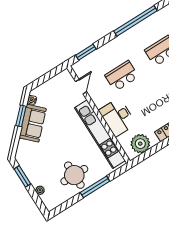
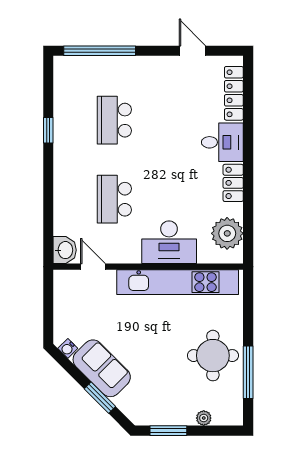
window: (135, 21) -> (48, 130), width x0.32
window: (86, 52) -> (48, 229), removed
washbasin: (80, 67) -> (65, 250), added
window: (21, 116) -> (100, 398), moved
window: (95, 187) -> (248, 372), moved

